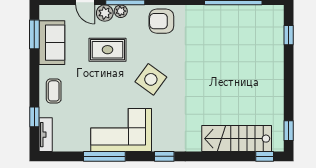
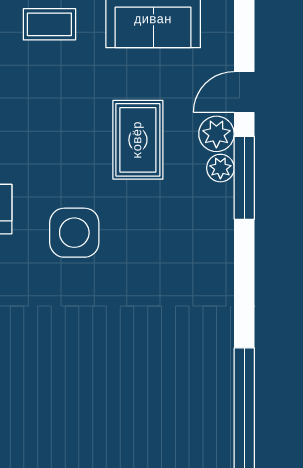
armchair: (161, 21) -> (199, 255), removed
side table: (151, 79) -> (74, 233), turned -36

